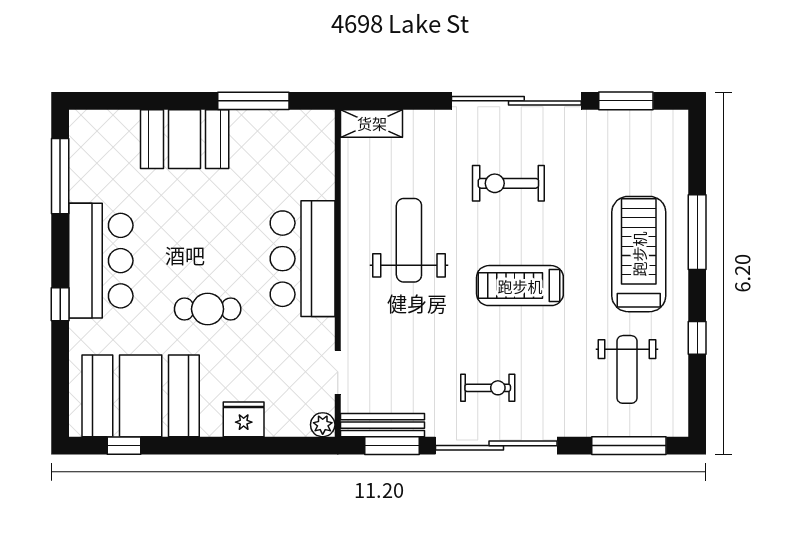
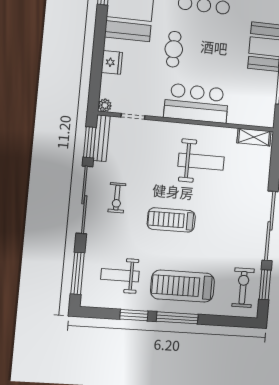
shelving: (372, 123) -> (254, 137), moved, turned 90
exercise bike: (508, 183) -> (243, 288), moved
window: (697, 232) -> (177, 318), moved
treadmill: (639, 254) -> (183, 286), turned 180
treadmill: (520, 286) -> (171, 220), turned -90
window: (697, 338) -> (134, 315), width x1.50

